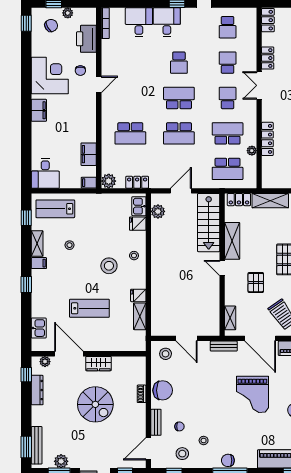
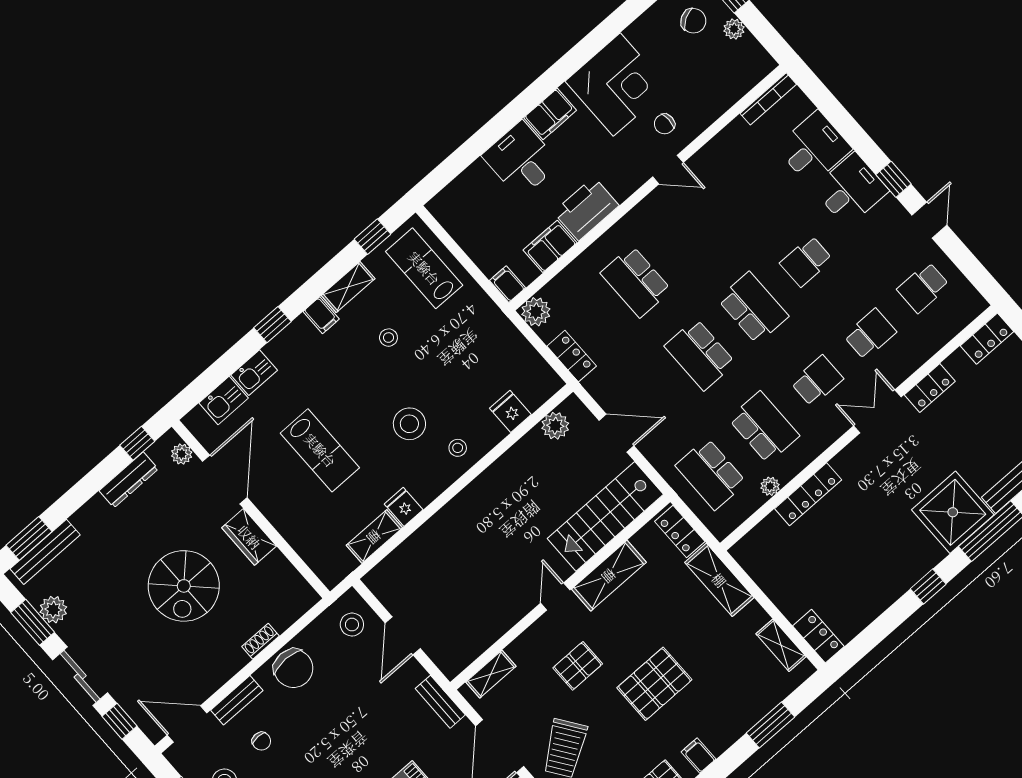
printer: (86, 39) -> (586, 209), moved
desk: (45, 173) -> (521, 160), moved, turned 90
kitchen sink: (139, 206) -> (254, 373), moved, turned 180

